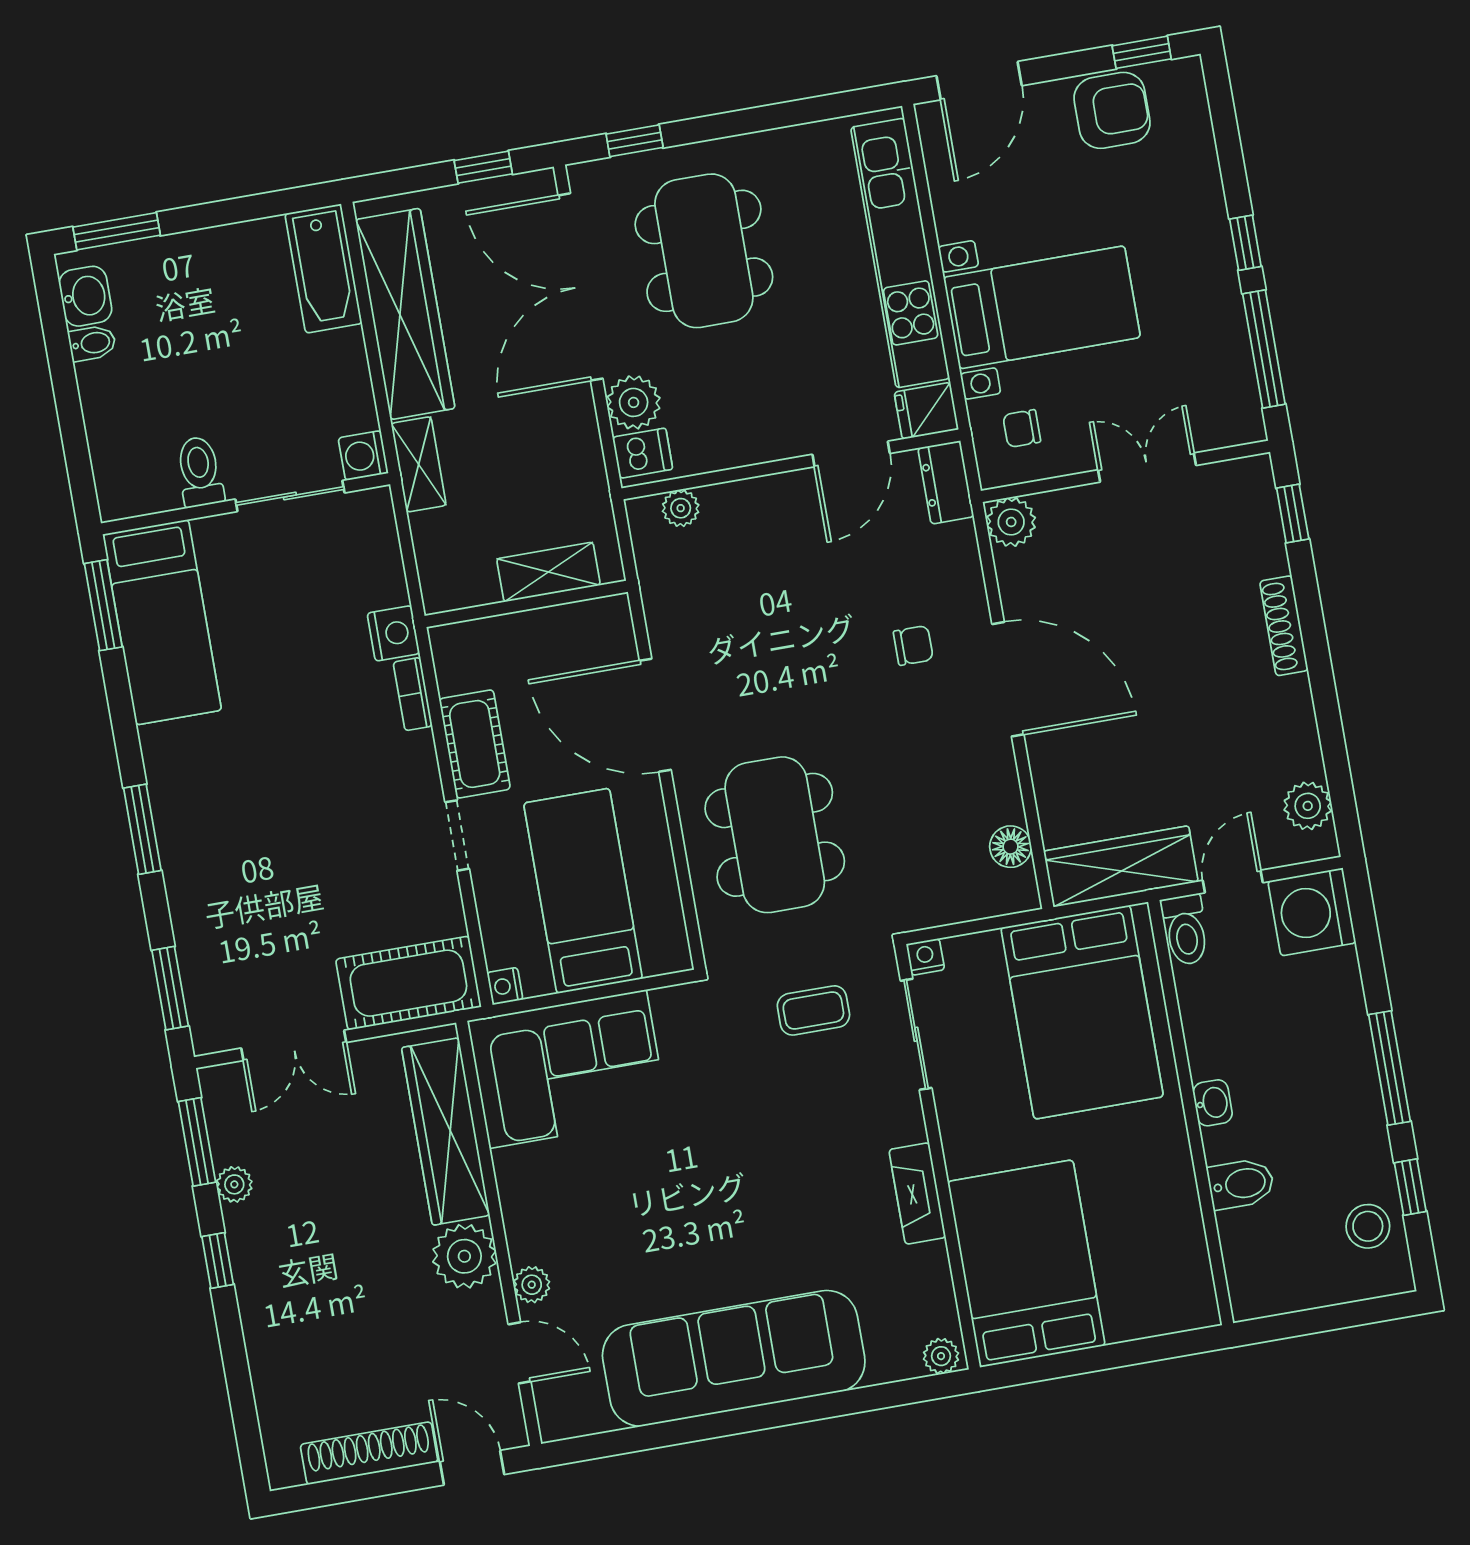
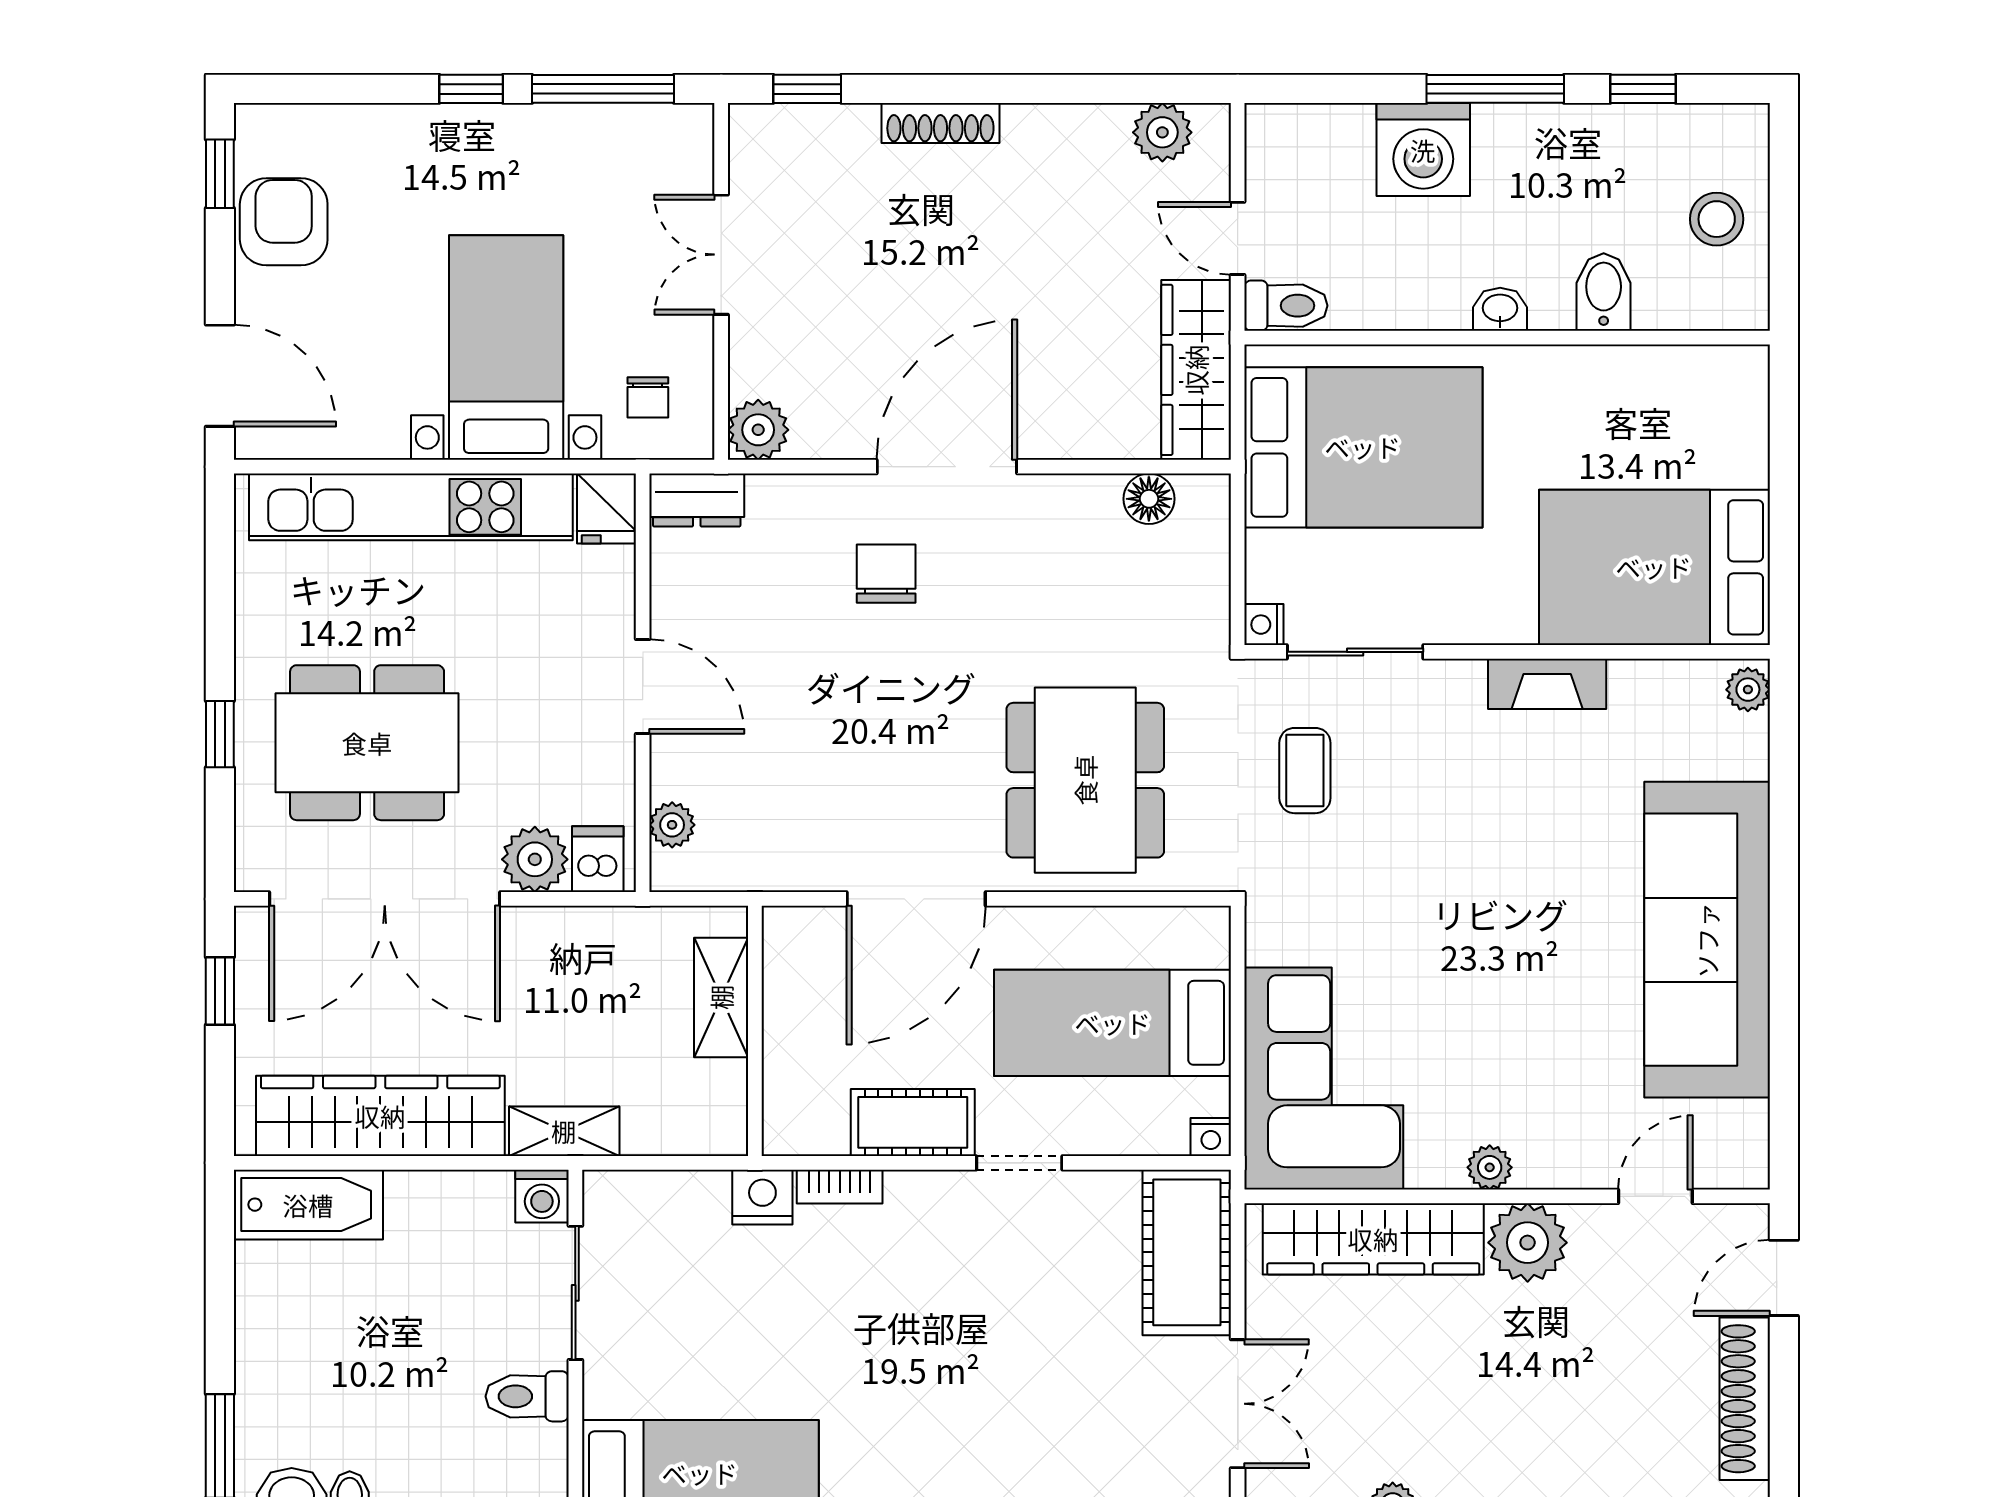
window: (635, 141) -> (220, 734), moved
door: (851, 454) -> (643, 686), moved
chair: (913, 645) -> (886, 574), width x1.37, depth x1.37
dining table: (775, 835) -> (1085, 780), turned 90
washing machine: (1312, 912) -> (1423, 150), moved
stool: (1368, 1226) -> (1717, 219), moved
plant: (532, 1285) -> (1490, 1167), moved

